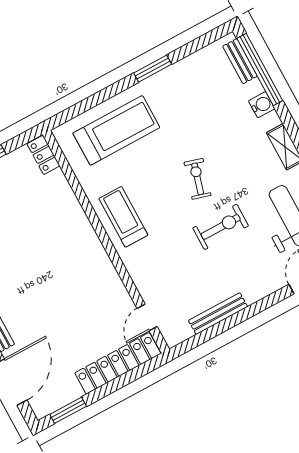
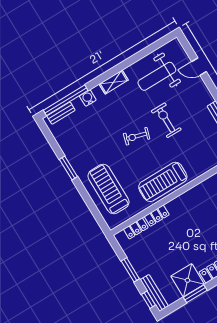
locker: (43, 155) -> (136, 228), moved
locker: (70, 205) -> (157, 216), added
treadmill: (123, 217) -> (163, 182), width x1.37, depth x1.38

